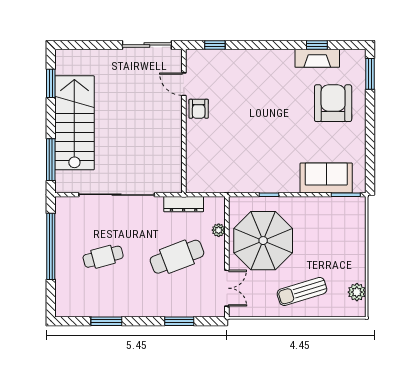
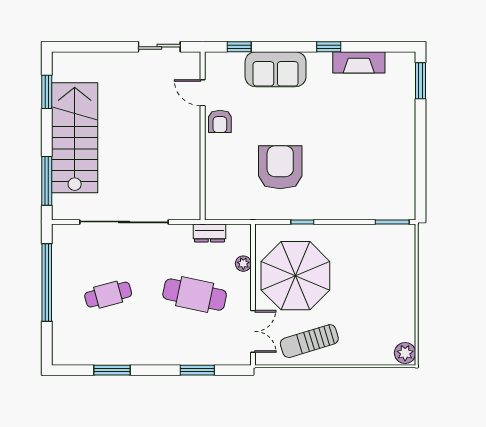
sliding door: (147, 45) -> (159, 47), width x0.73
window: (317, 45) -> (329, 47), moved
armchair: (333, 103) -> (280, 167), moved
sofa: (326, 178) -> (276, 69), moved, turned 180
dresser: (184, 204) -> (209, 233), width x0.70
cafe table: (177, 257) -> (195, 295), turned 33
sun lounger: (302, 291) -> (309, 341), moved
plant: (357, 292) -> (405, 353), moved

